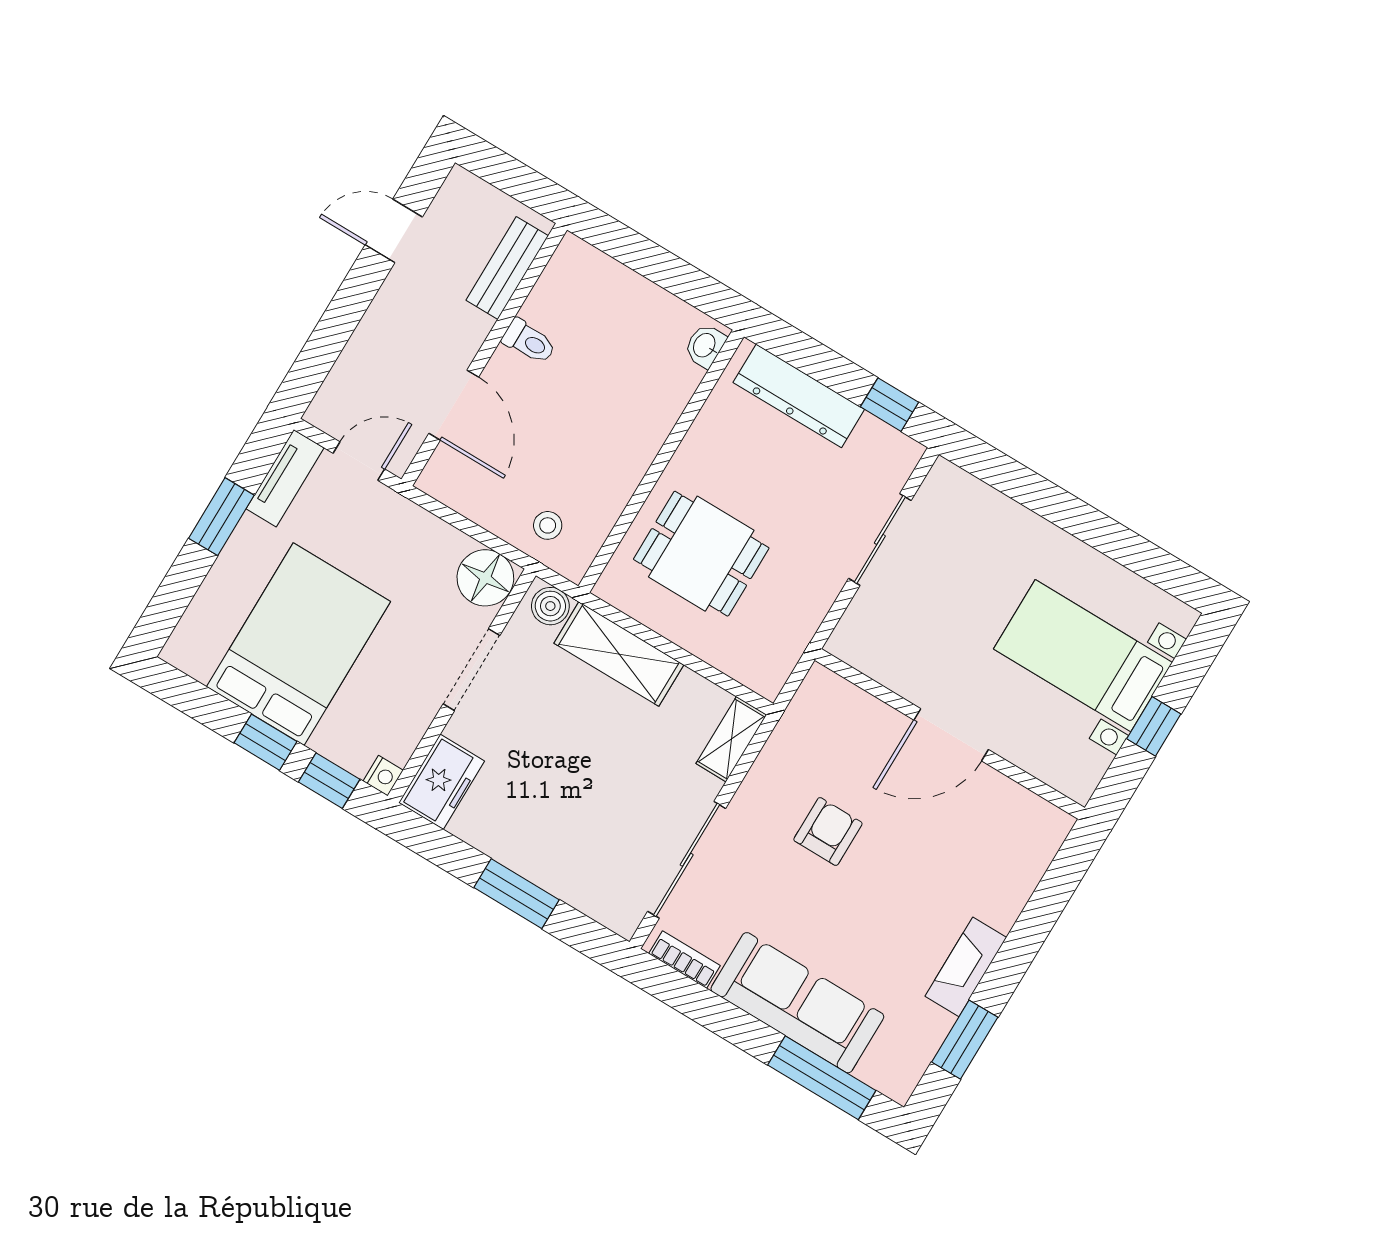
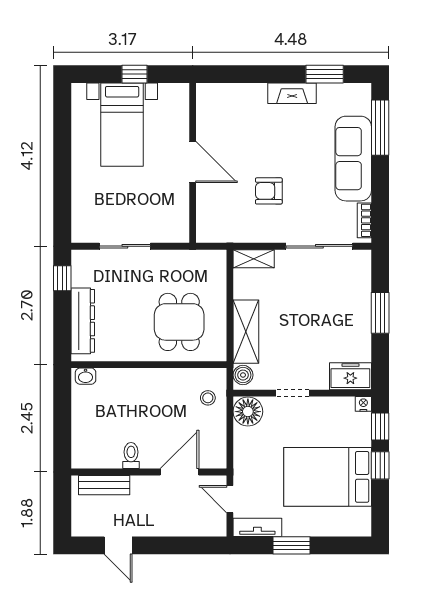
doorway: (471, 670) -> (292, 393), width x0.73

